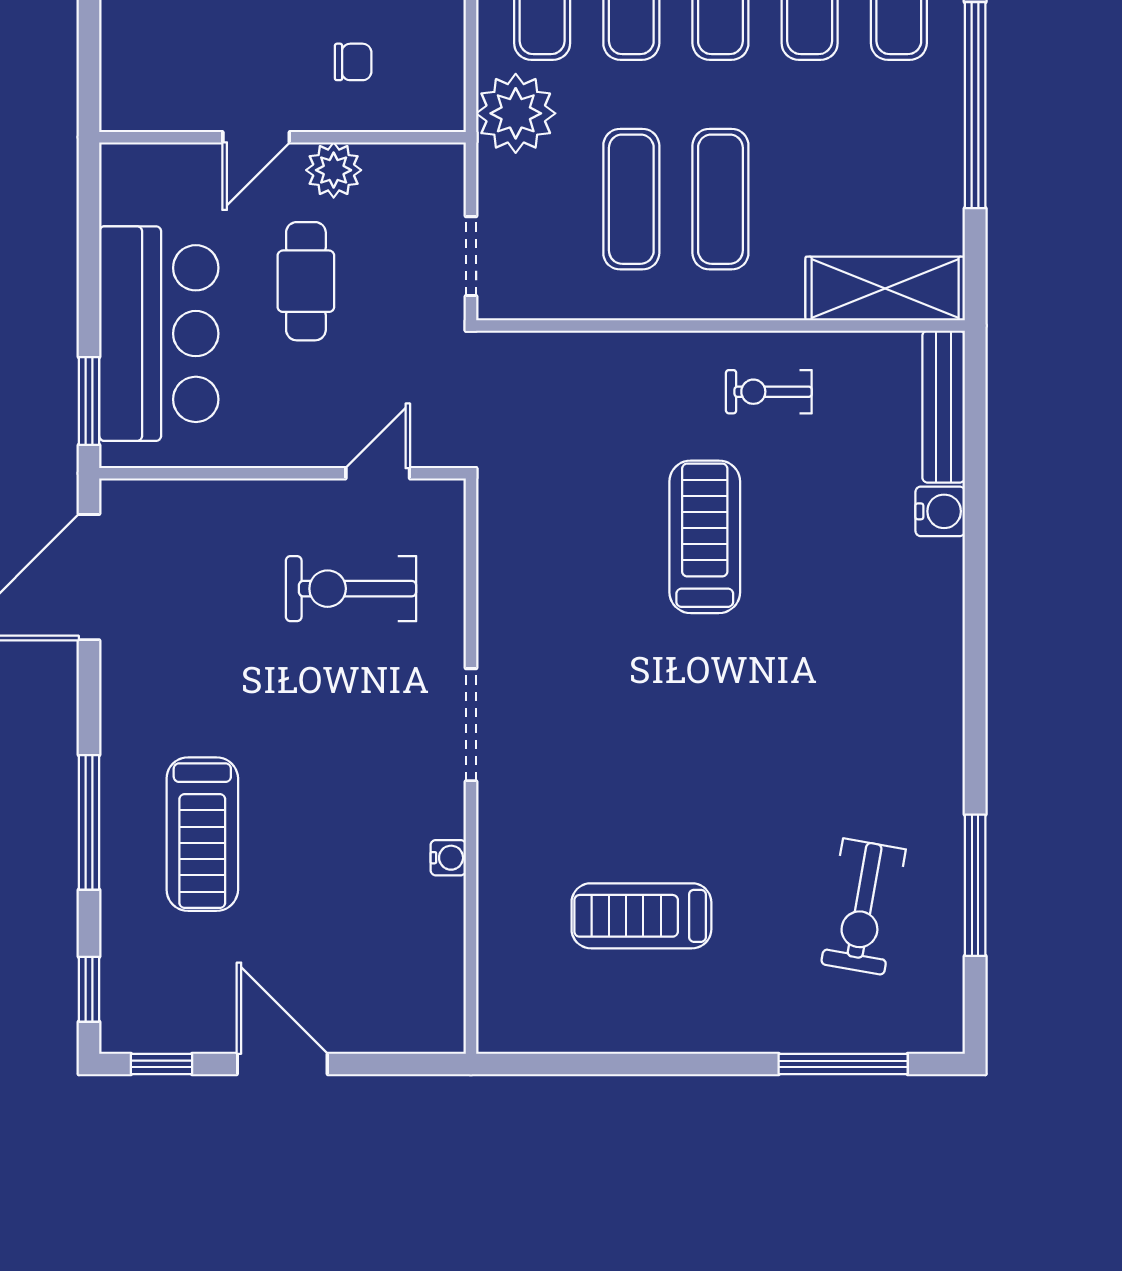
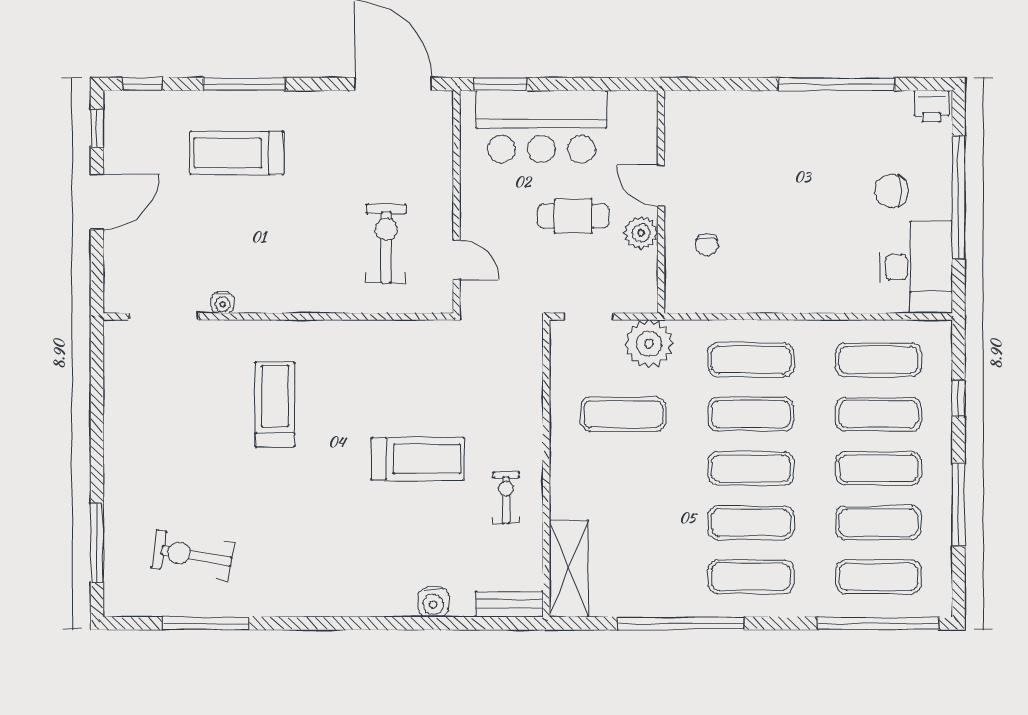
plant: (516, 113) -> (649, 344), moved
exercise mat: (720, 199) -> (623, 468), removed
bench: (944, 407) -> (509, 604), width x0.73
doorway: (471, 725) -> (164, 317), moved
treadmill: (641, 916) -> (275, 404), moved

